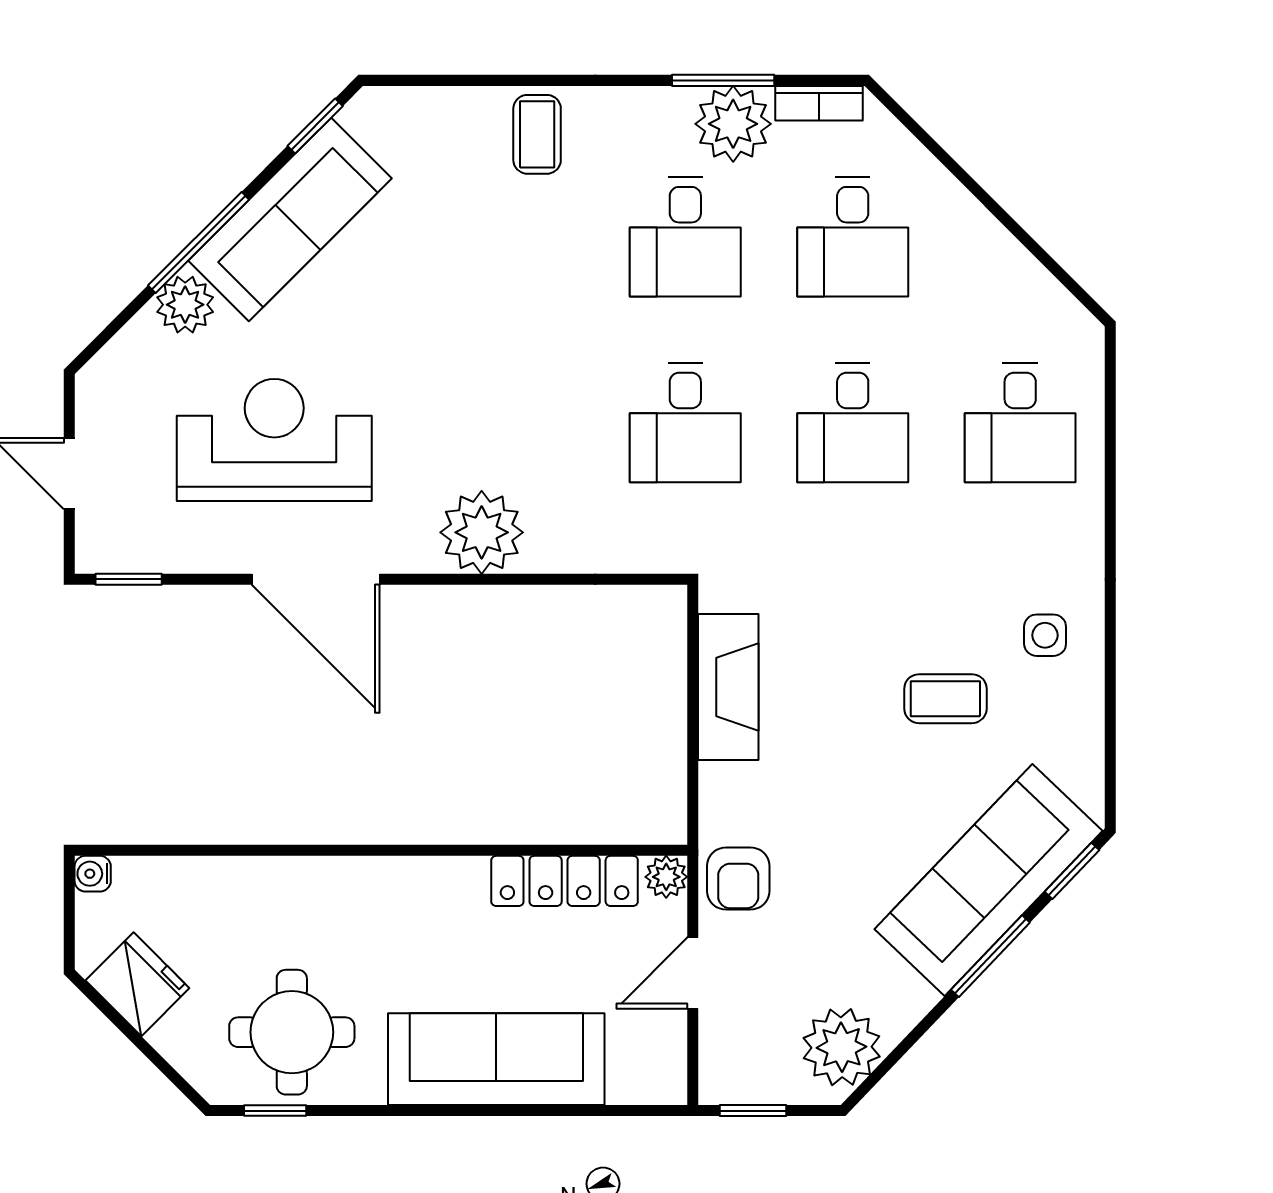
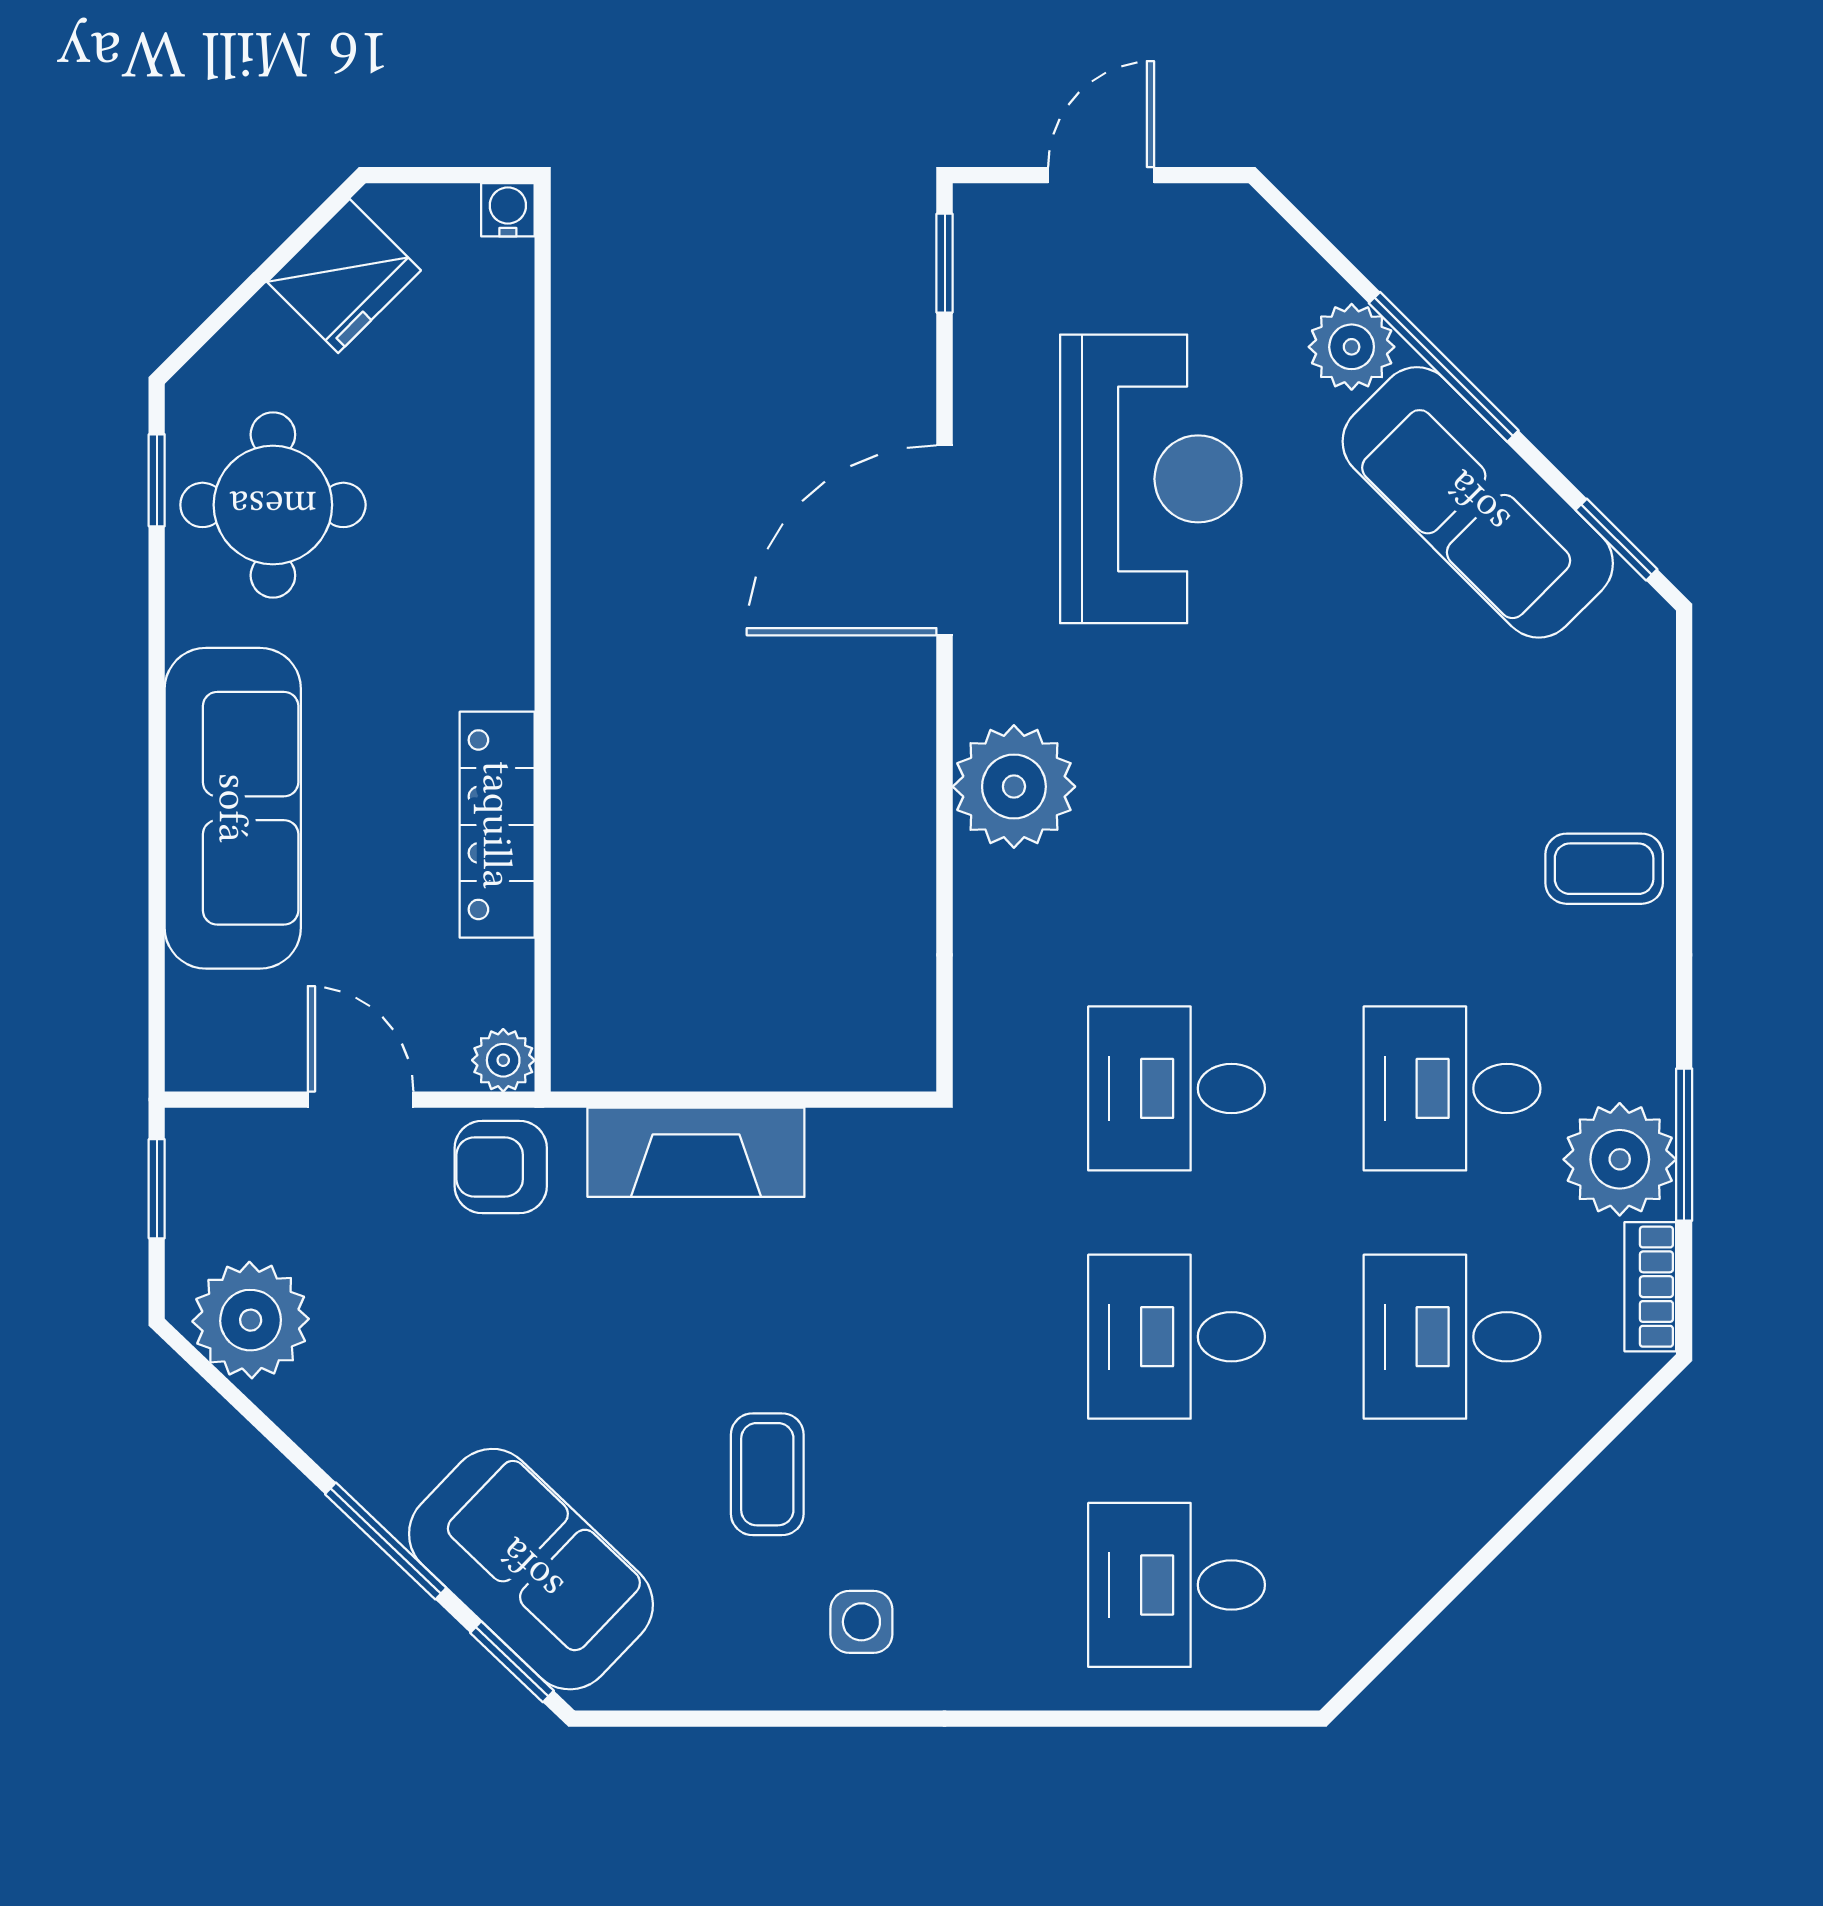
fireplace: (728, 687) -> (696, 1152), moved
sofa: (989, 880) -> (531, 1569), width x0.73
locker: (565, 881) -> (497, 825), moved

